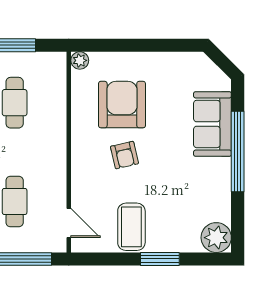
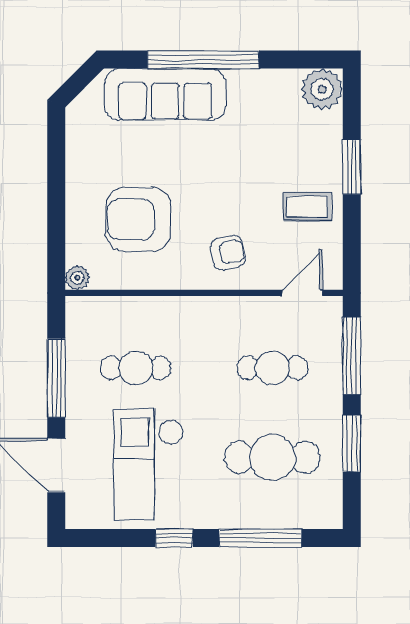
sofa: (212, 124) -> (165, 94), width x1.36
armchair: (124, 155) -> (228, 253), moved
coffee table: (131, 227) -> (307, 206), width x0.73, depth x0.77

